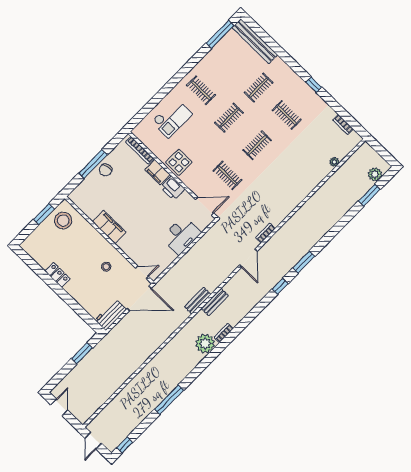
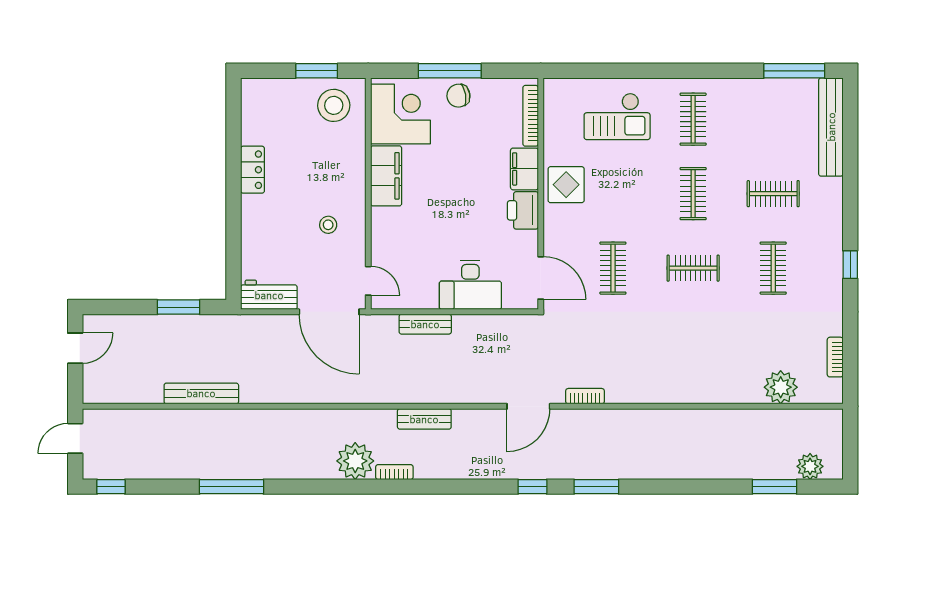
clothes rail: (229, 118) -> (693, 194), turned 90
plant: (334, 162) -> (781, 387), width x1.88, depth x1.88
corner desk: (91, 199) -> (400, 114), added
bench: (198, 301) -> (425, 324), moved
bench: (123, 377) -> (201, 393), added

